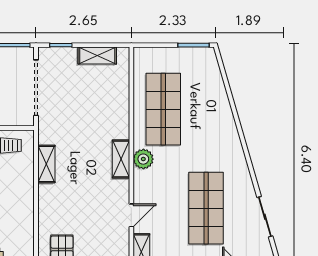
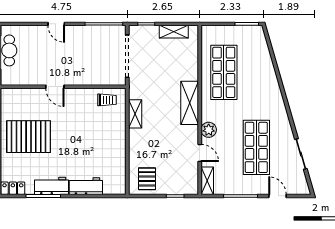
shelving: (121, 159) -> (190, 103), width x1.50, depth x1.33
plant: (143, 159) -> (209, 130), moved
door: (131, 215) -> (200, 153), hinge flipped

